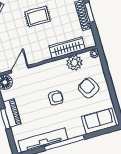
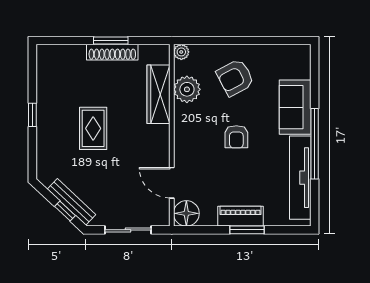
armchair: (56, 98) -> (236, 137), turned 180
sofa: (99, 121) -> (295, 107), moved

